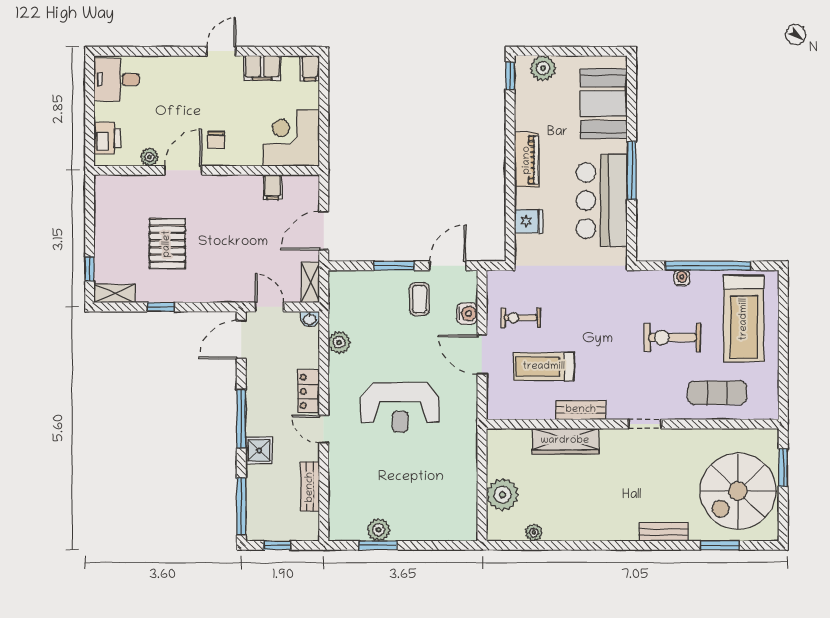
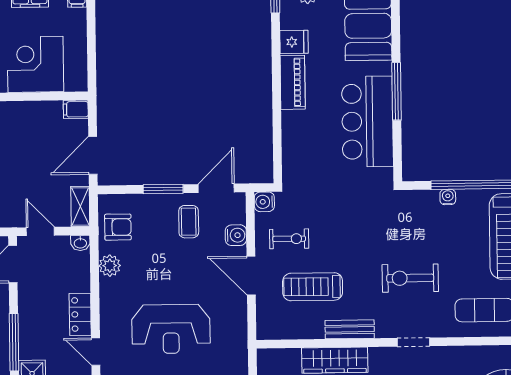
corner desk: (291, 138) -> (35, 64), moved
filing cabinet: (273, 187) -> (76, 109), moved, turned 90
fridge: (529, 221) -> (294, 42), moved
water cooler: (496, 280) -> (264, 202), added
armchair: (348, 304) -> (118, 227), added
exercise bike: (521, 318) -> (289, 239), turned 180
exercise bike: (672, 338) -> (410, 278), moved

